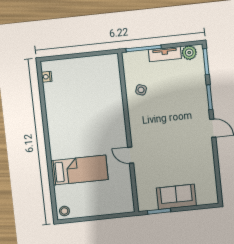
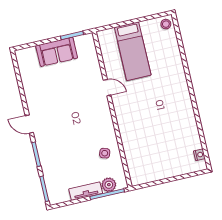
plant: (189, 53) -> (109, 185), moved
bed: (80, 170) -> (133, 51), moved, turned -90

